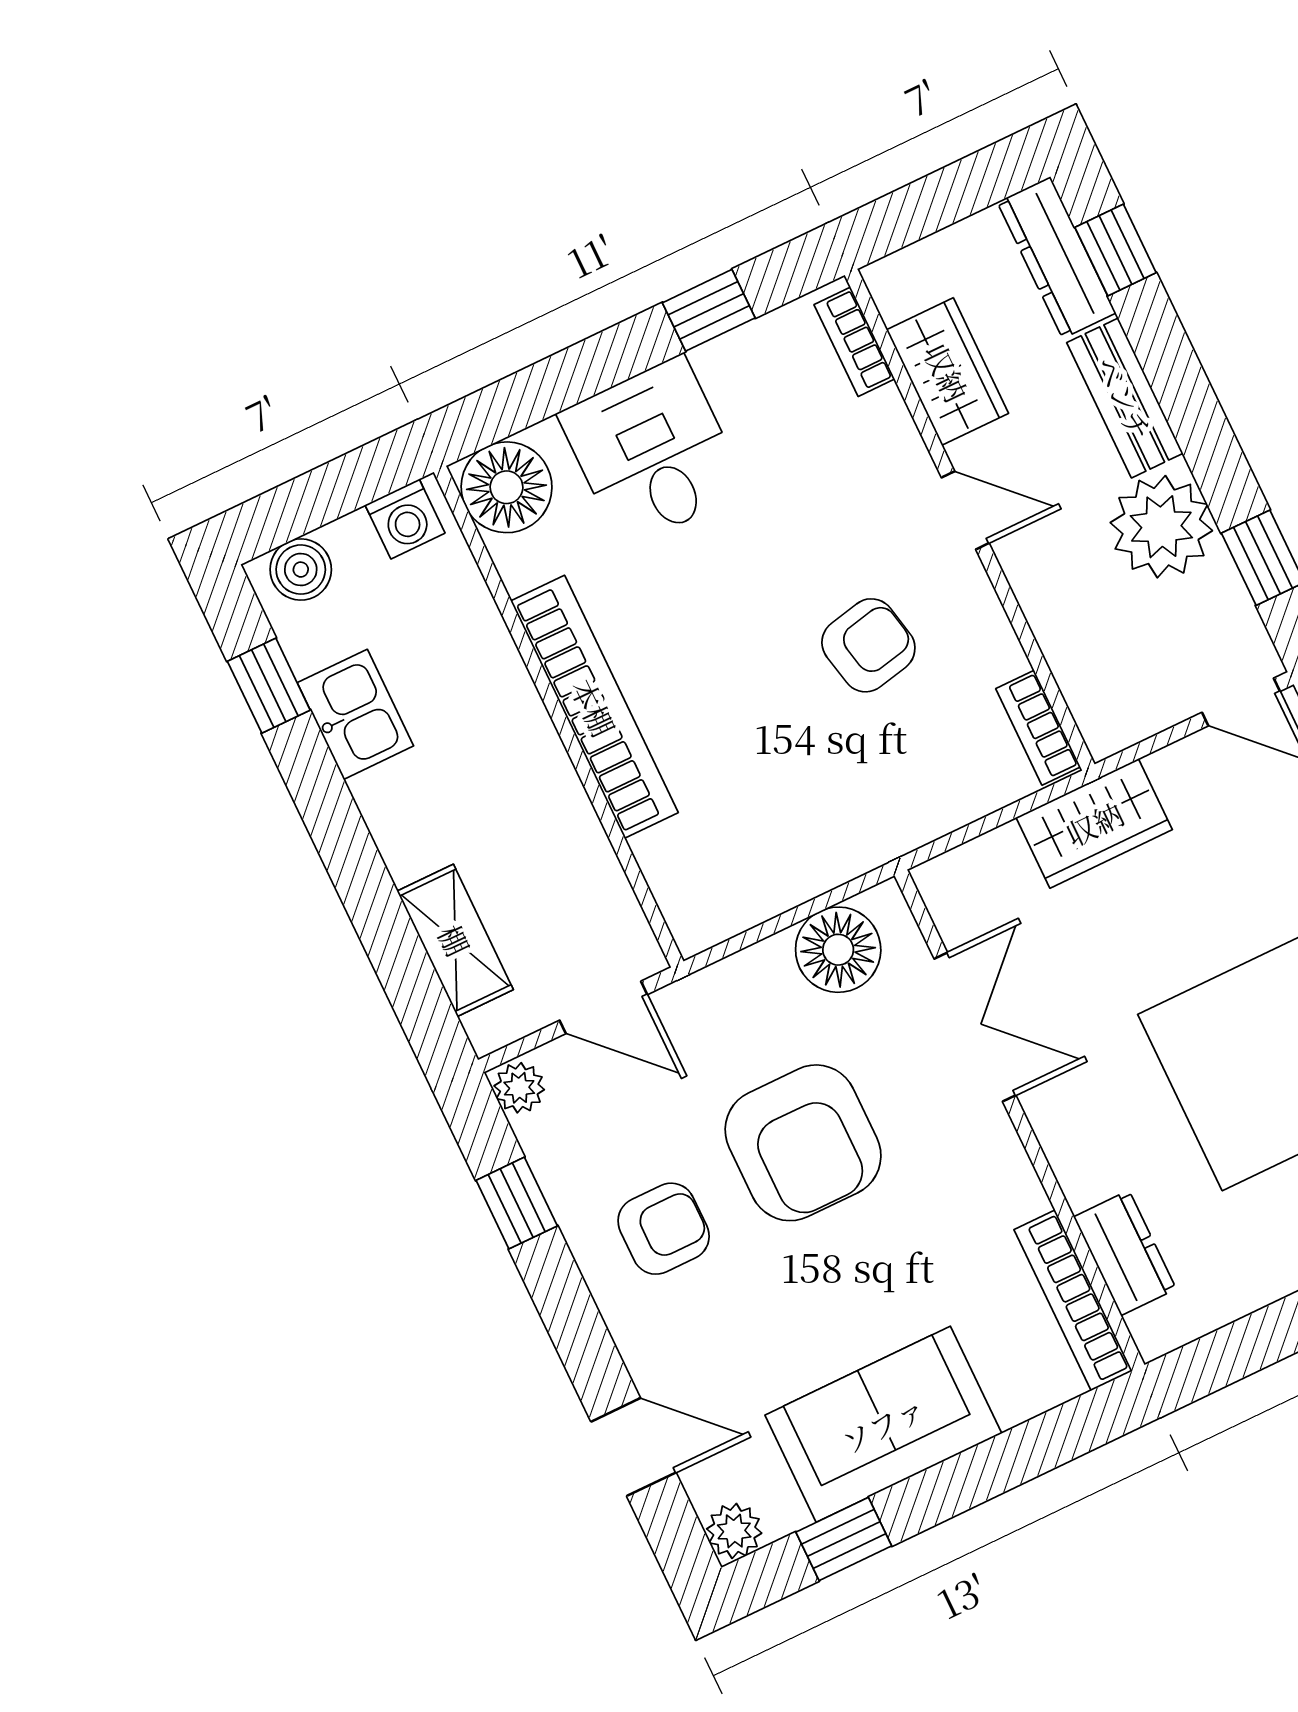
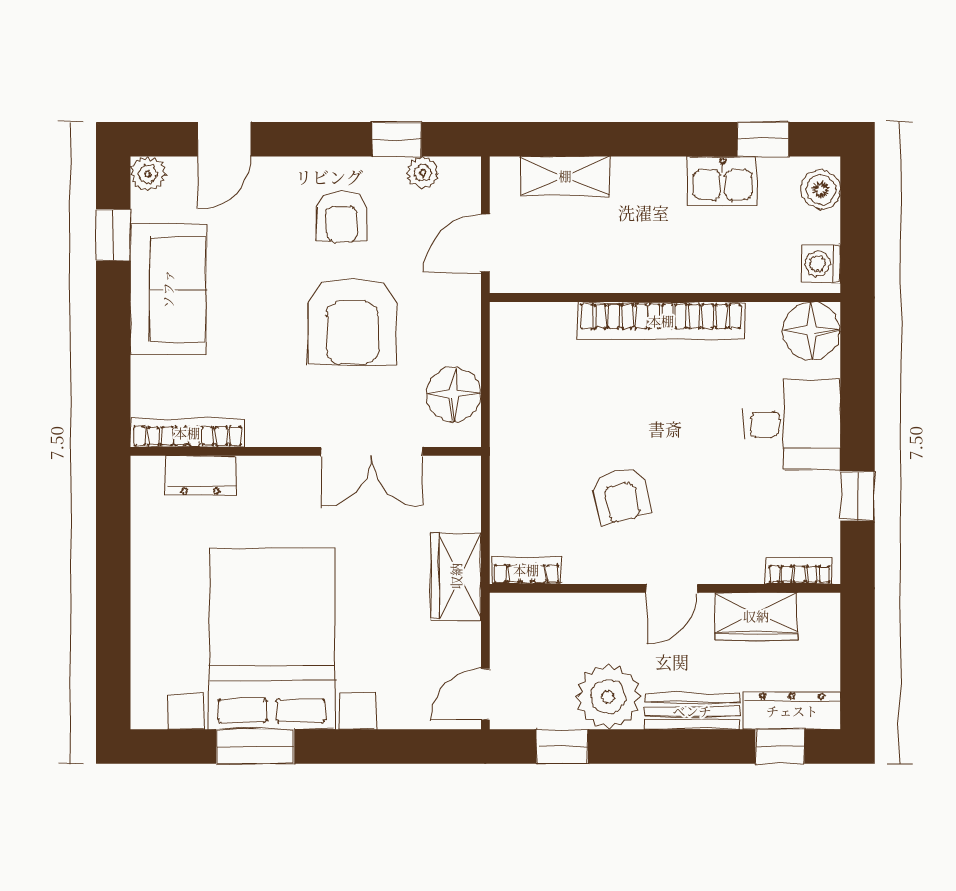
plant: (519, 1088) -> (423, 173), moved
armchair: (803, 1143) -> (352, 321), turned -90

